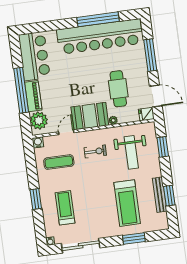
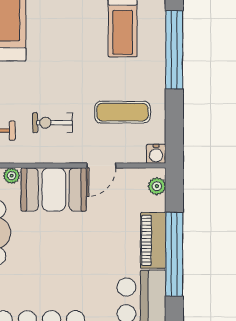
plant: (39, 121) -> (157, 186), width x0.53, depth x0.53
window: (36, 199) -> (174, 50), width x2.11

